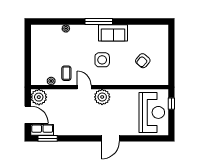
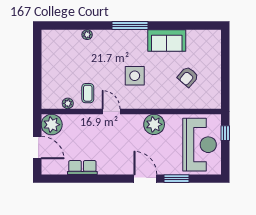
sofa: (113, 33) -> (167, 40), moved
plant: (102, 97) -> (154, 124), moved
row of seats: (42, 130) -> (82, 168), moved
window: (48, 138) -> (176, 179), moved
door: (110, 138) -> (145, 179), swing flipped

